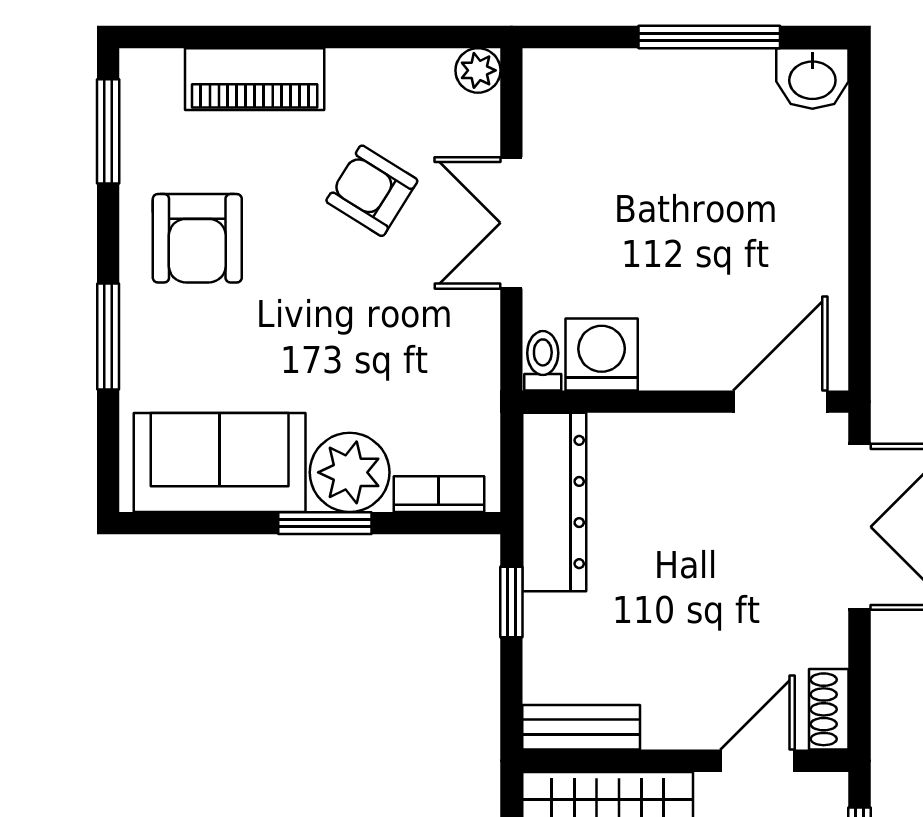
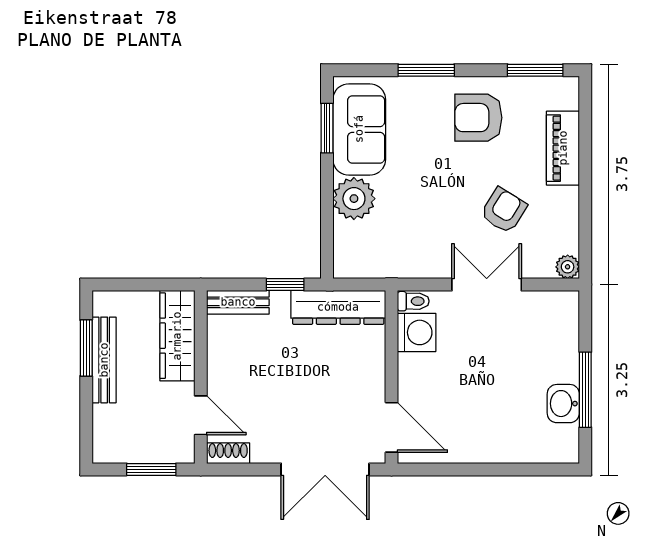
washbasin: (812, 78) -> (563, 404), moved
bookcase: (439, 494) -> (342, 246), removed
window: (325, 523) -> (327, 128), moved
bench: (581, 727) -> (238, 302), moved, turned 90

